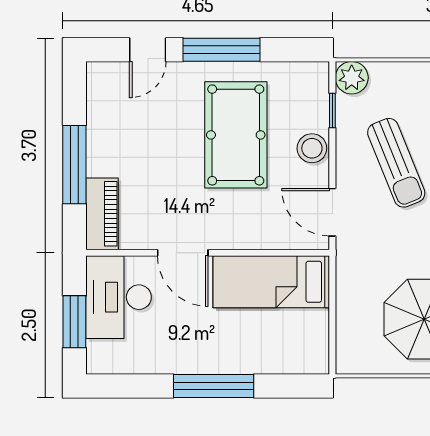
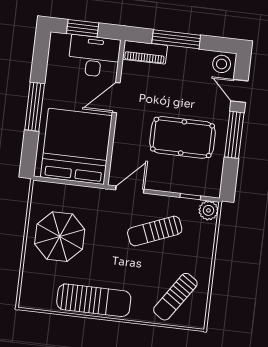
stool: (312, 148) -> (222, 64), moved
bed: (271, 282) -> (76, 146), width x2.04

